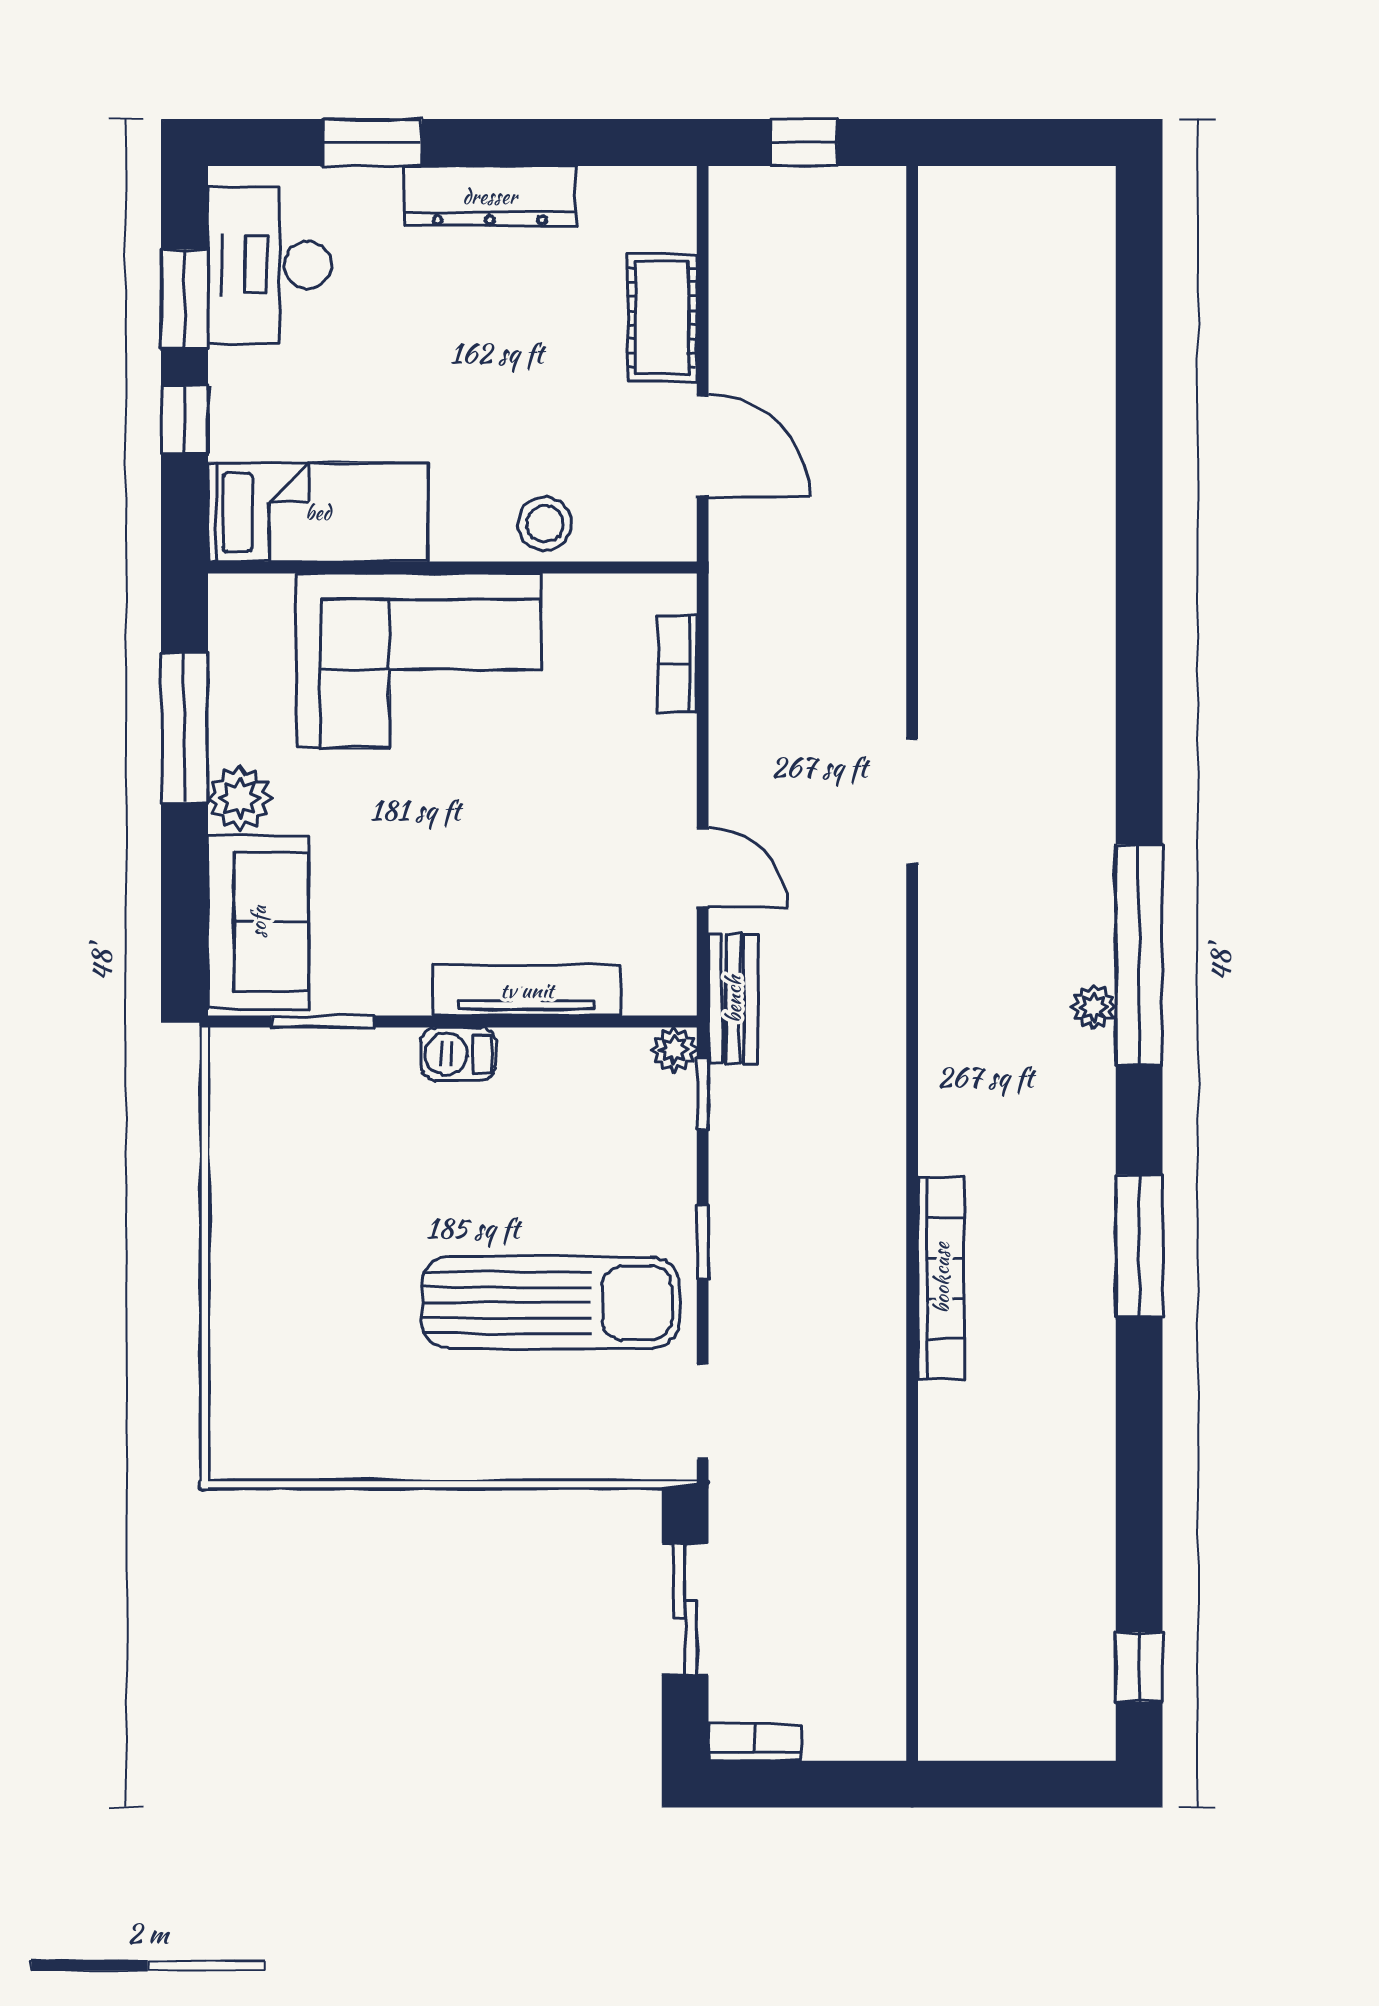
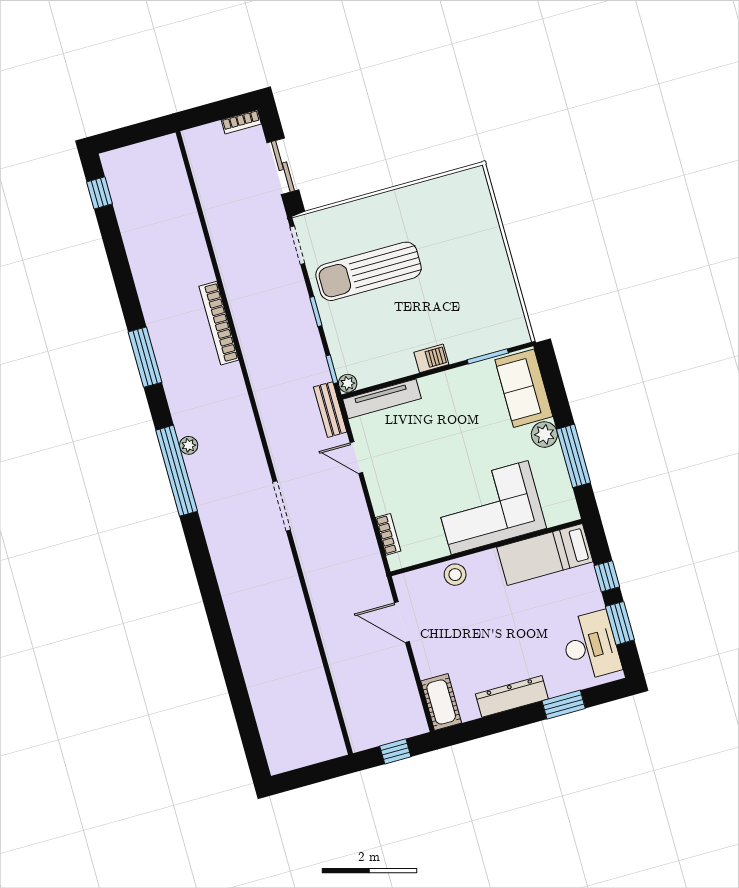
cot: (662, 318) -> (441, 702), moved
tv unit: (527, 990) -> (382, 399), moved

